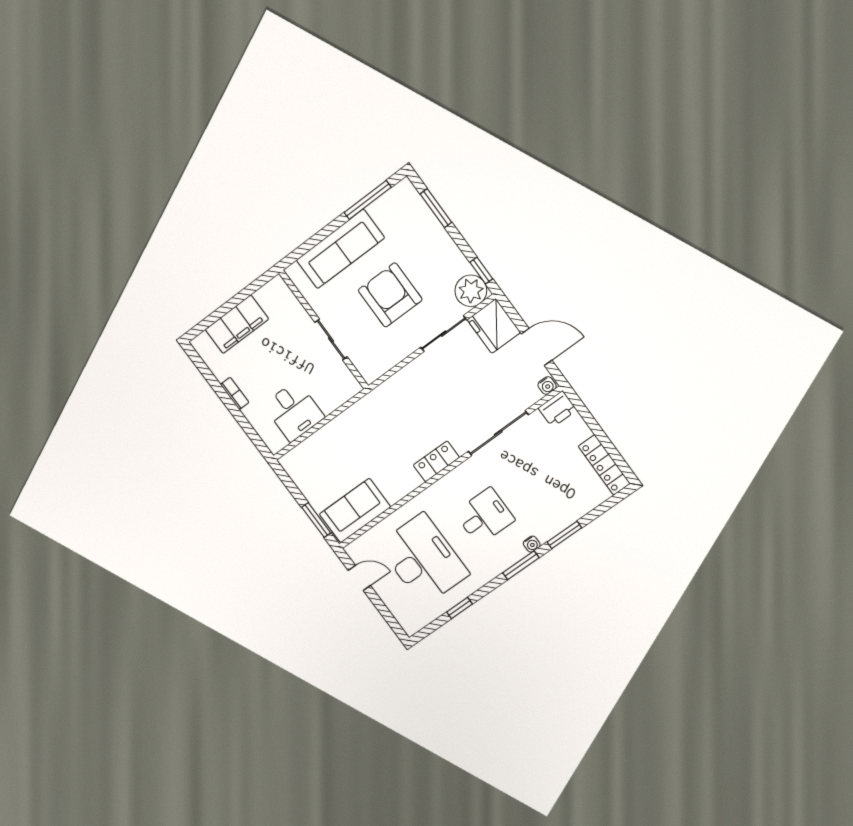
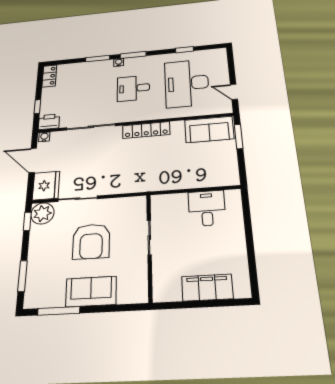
sofa: (340, 249) -> (91, 291), width x0.73
bookcase: (235, 393) -> (241, 243), removed
window: (590, 421) -> (37, 107), added
locker: (436, 461) -> (146, 130), width x1.53
locker: (604, 465) -> (49, 76), width x0.66

